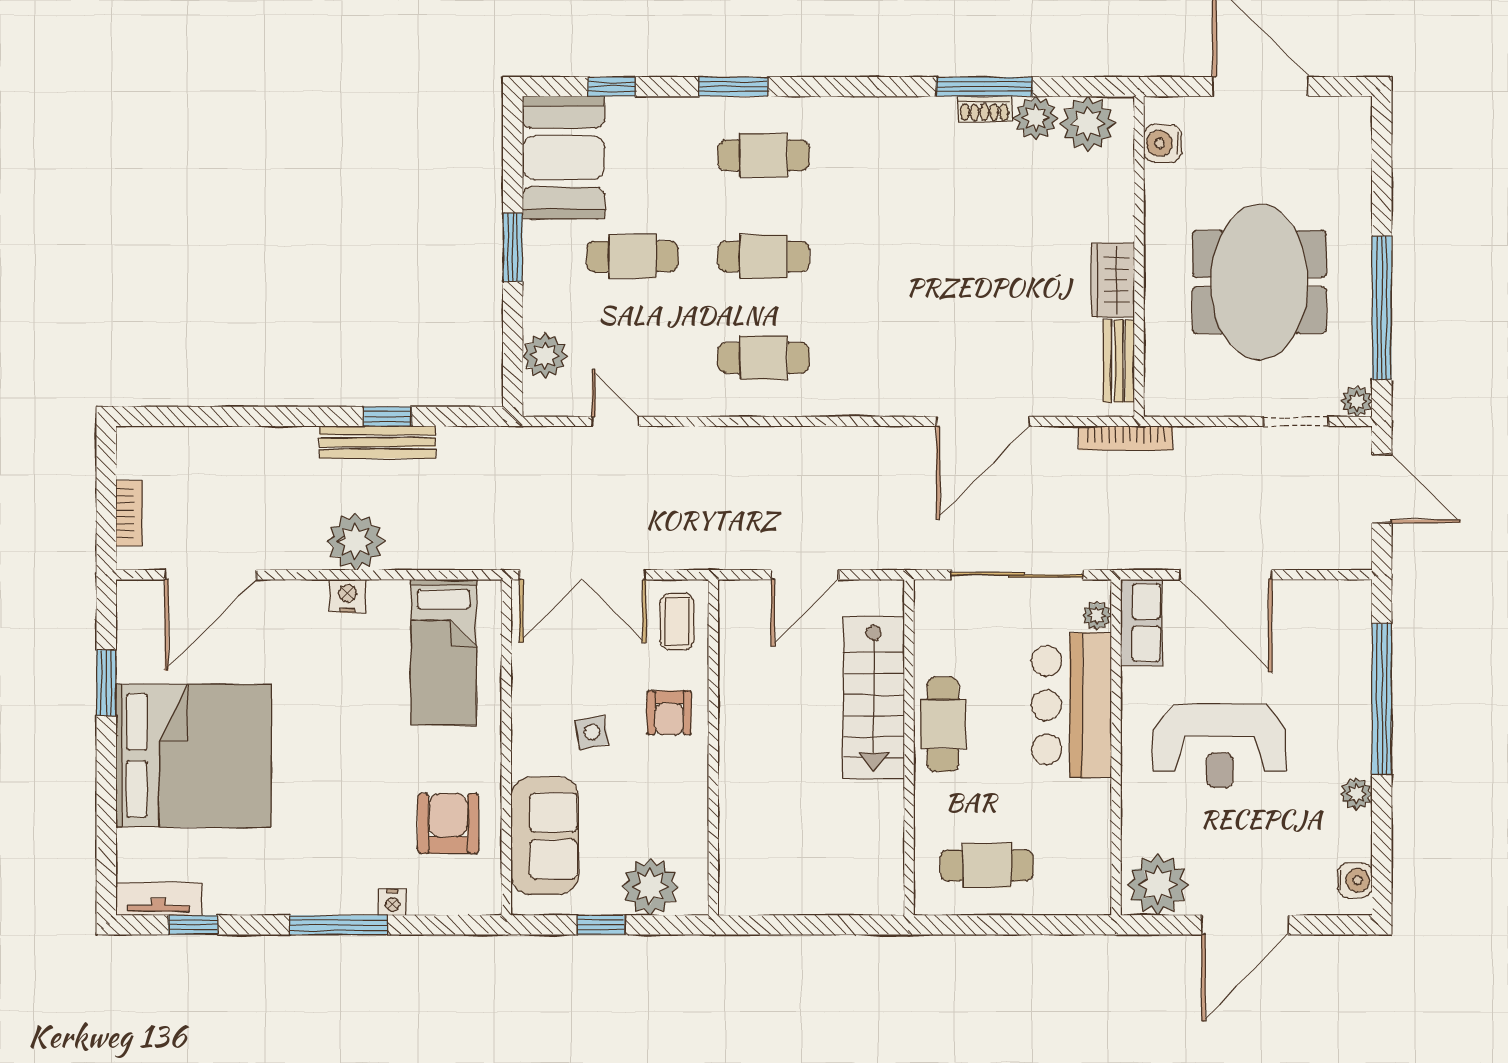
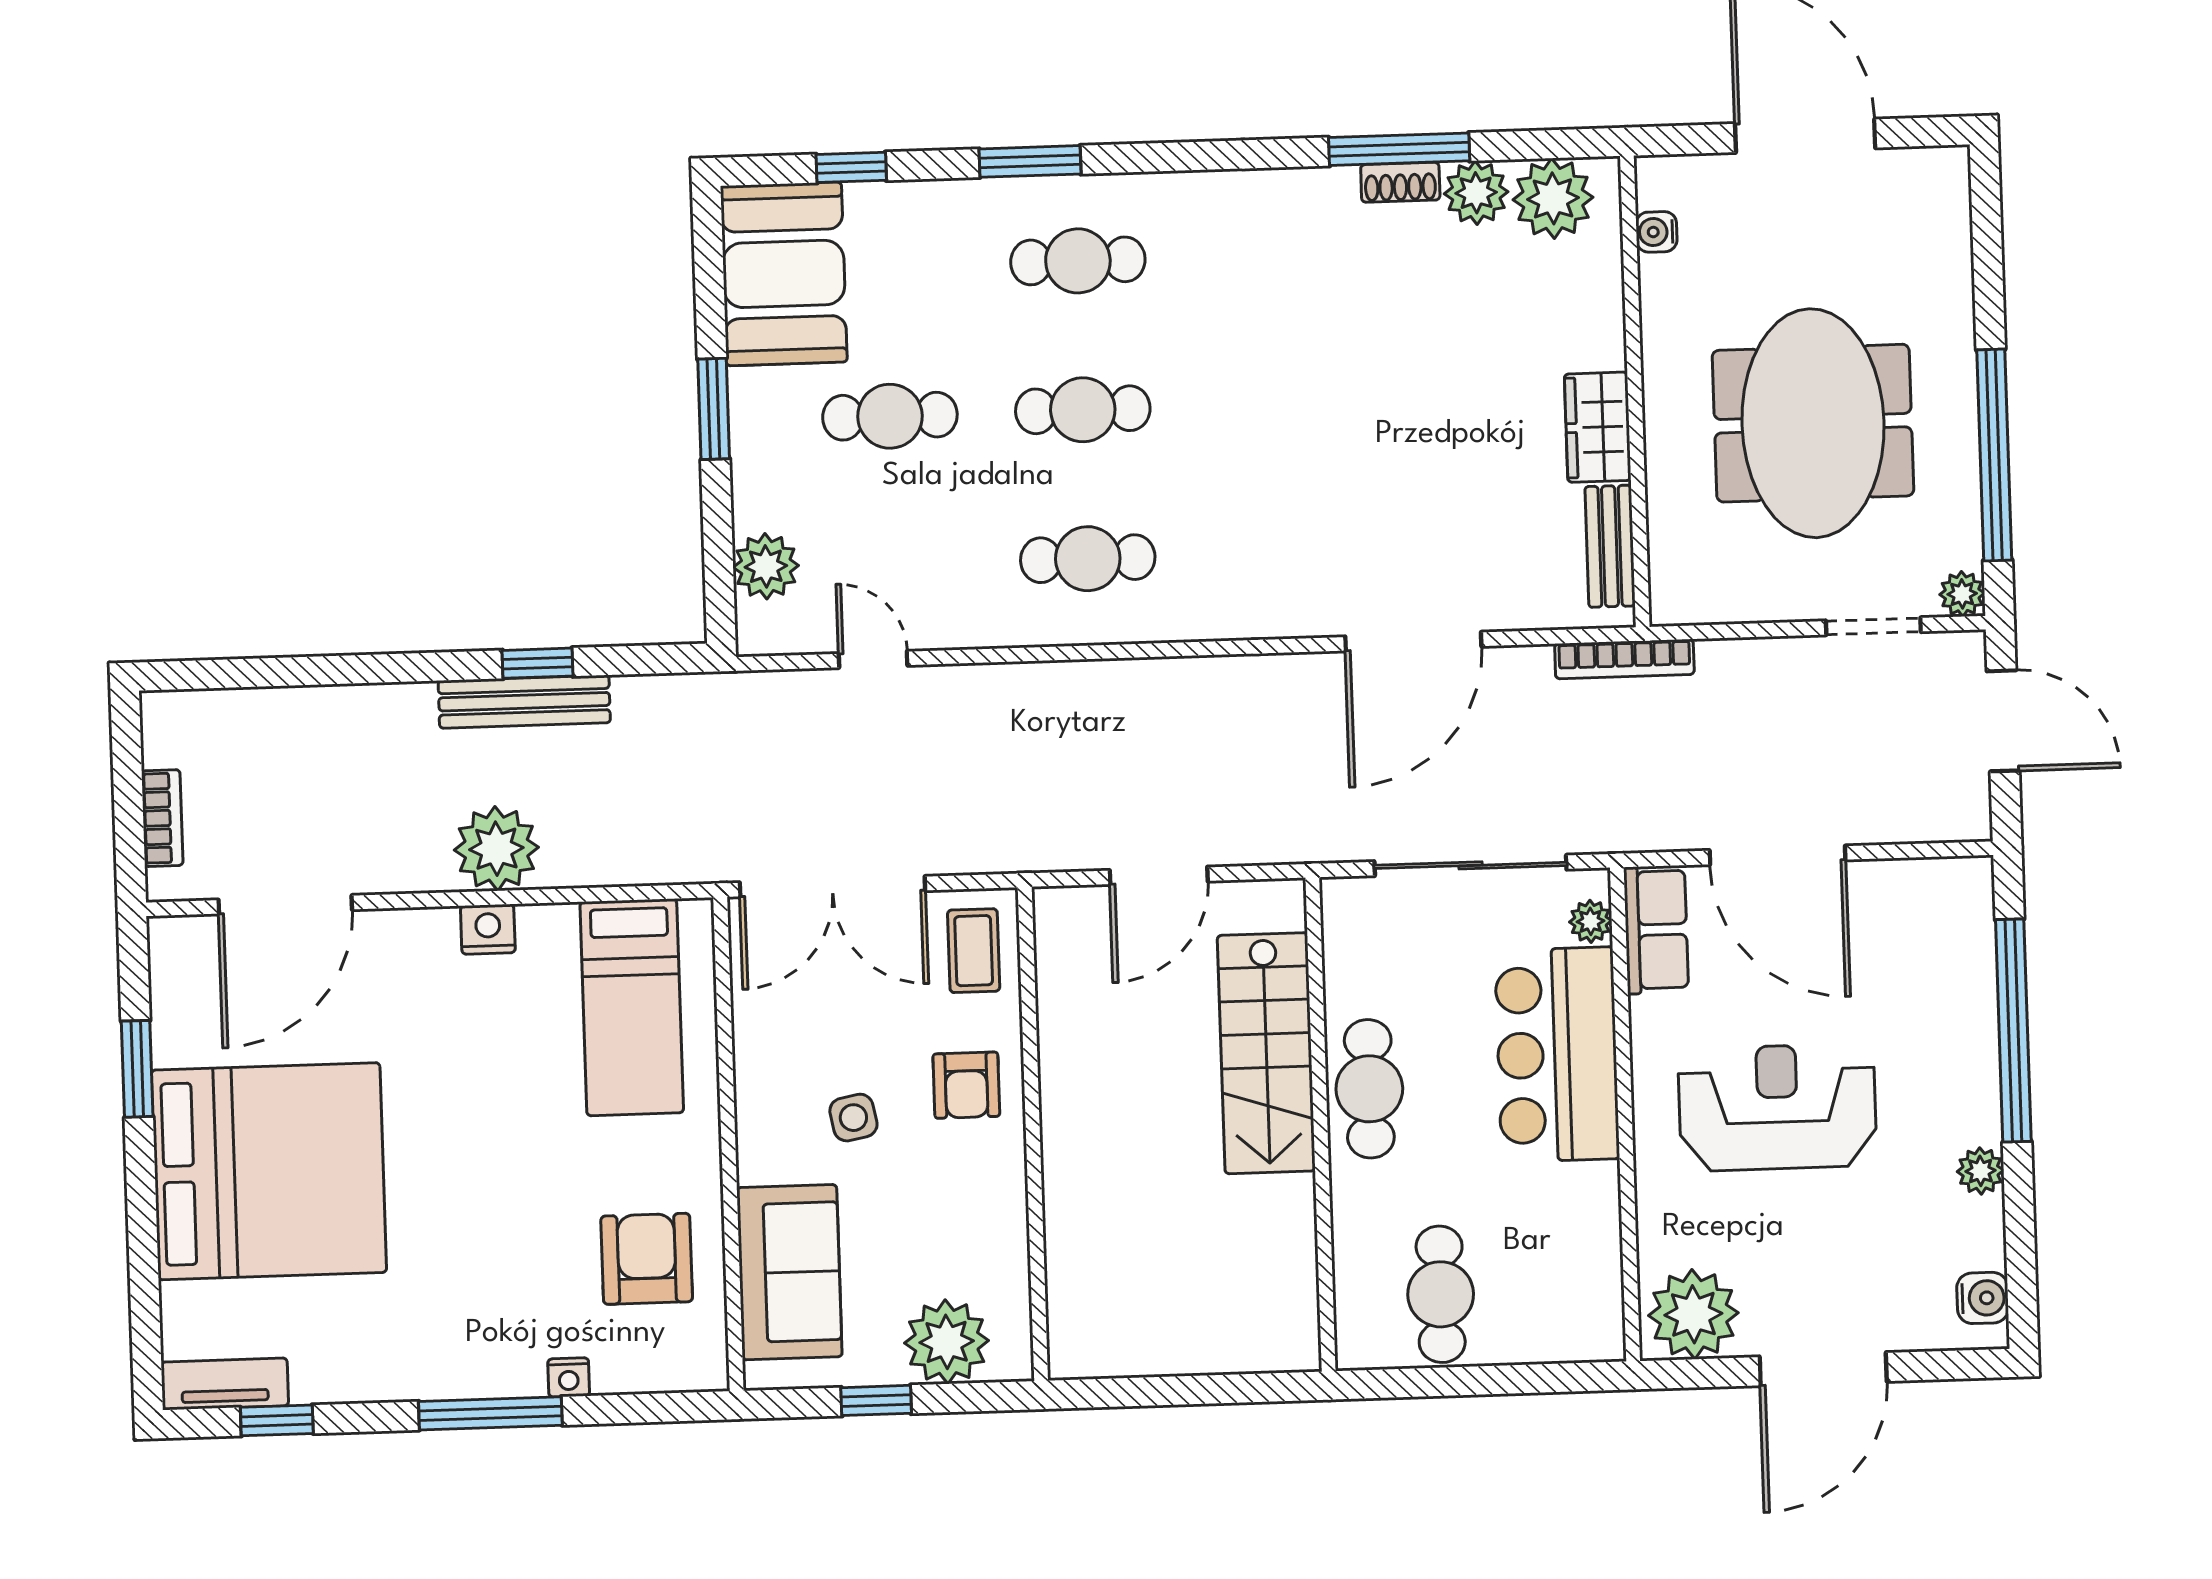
water cooler: (1163, 143) -> (1656, 232), width x0.72, depth x0.72
reception desk: (1220, 746) -> (1777, 1107), turned 180
cafe table: (987, 865) -> (1441, 1294), turned 90

